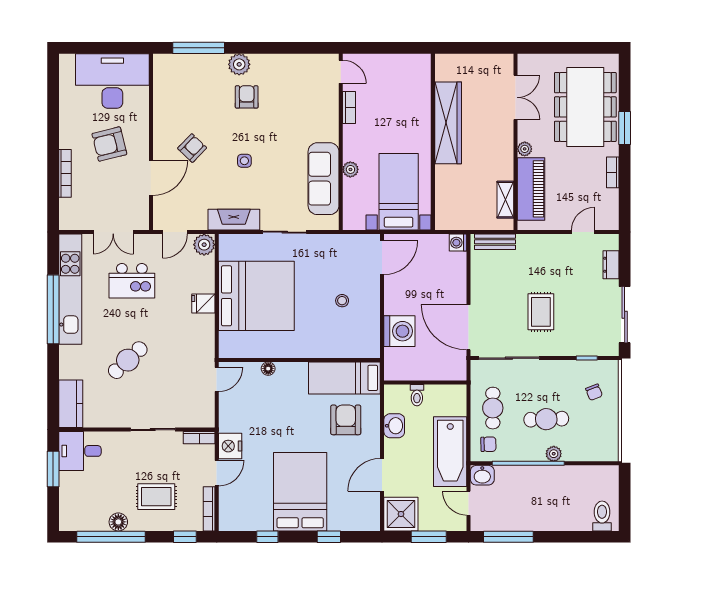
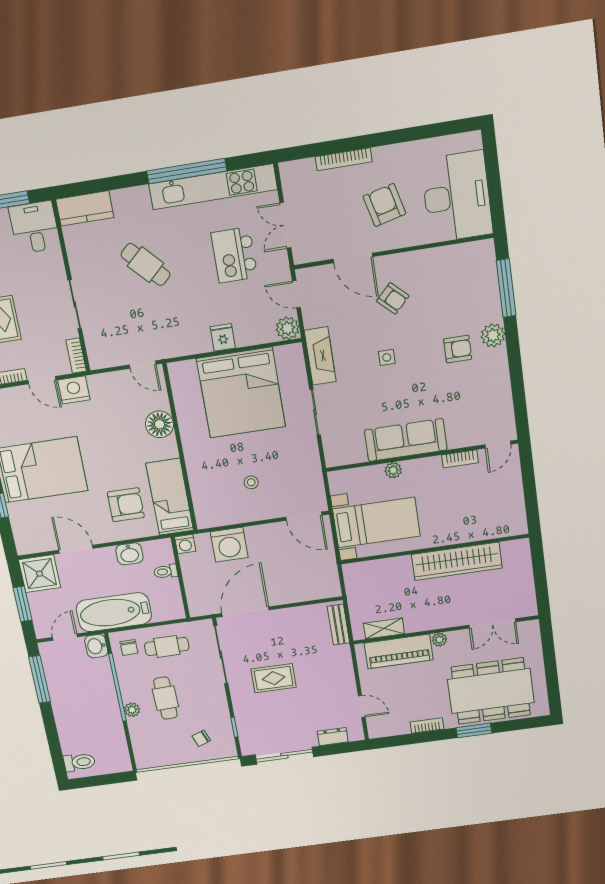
sofa: (324, 179) -> (406, 440), moved
washing machine: (458, 243) -> (185, 544), moved, turned 180
floor lamp: (268, 369) -> (159, 424), width x1.89, depth x1.89

